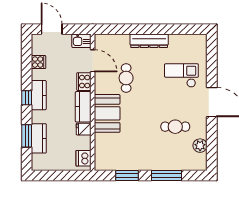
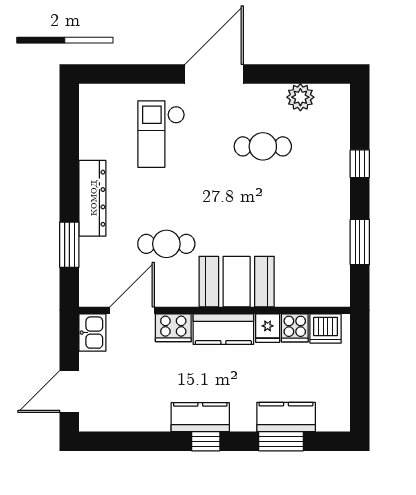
window: (126, 29) -> (69, 245), added
cooker: (39, 62) -> (295, 328), moved, turned 180
cafe table: (175, 127) -> (263, 146), turned 90
window: (167, 176) -> (360, 164), width x0.46

